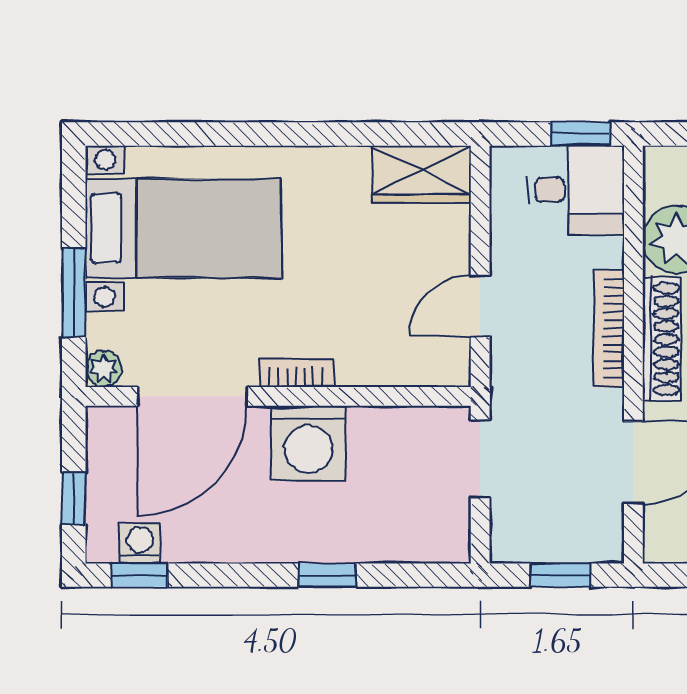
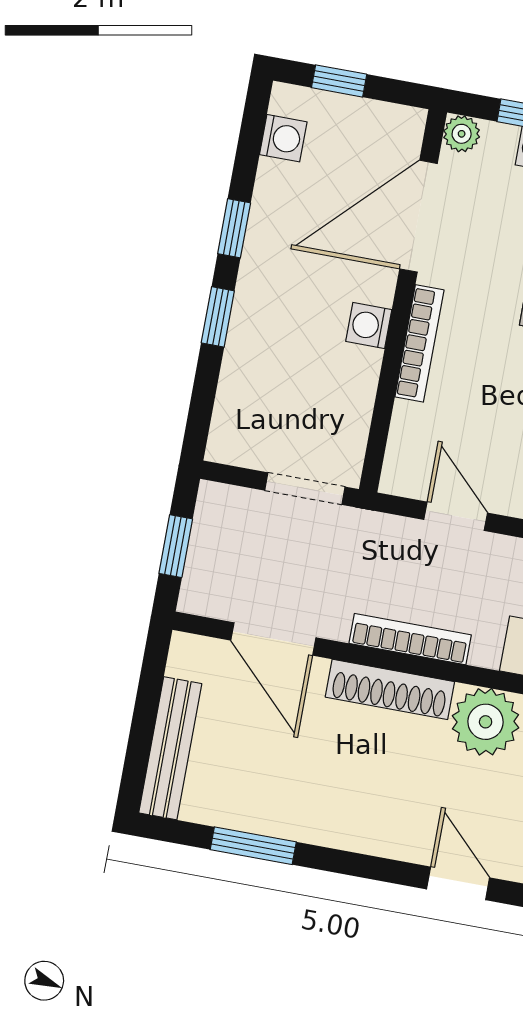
bookcase: (296, 372) -> (419, 343), width x1.56
door: (192, 396) -> (418, 216), hinge flipped
washing machine: (308, 443) -> (369, 325), width x0.53, depth x0.53
window: (140, 575) -> (234, 228), moved

